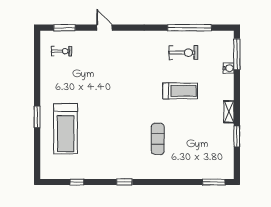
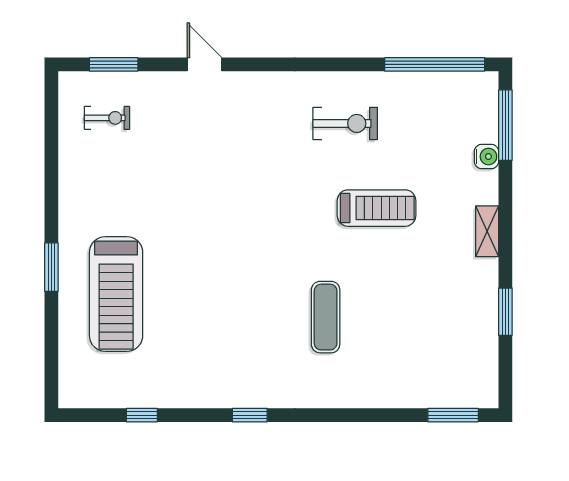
window: (190, 28) -> (435, 64), moved
exercise bike: (183, 53) -> (345, 123), moved
shelving: (229, 112) -> (487, 231), moved

